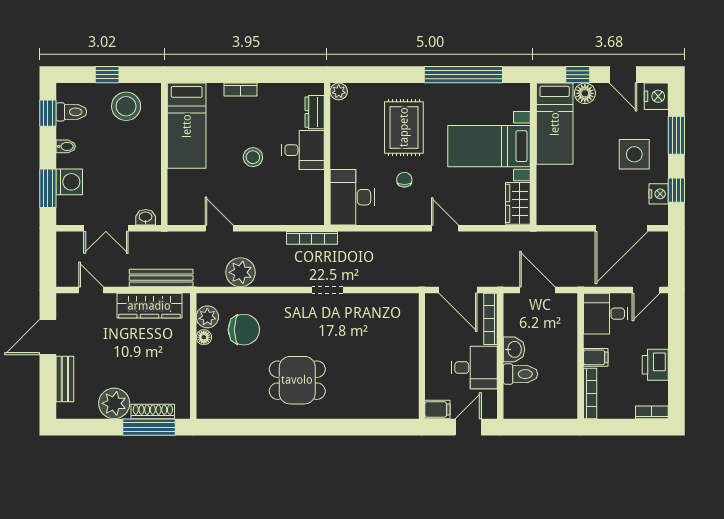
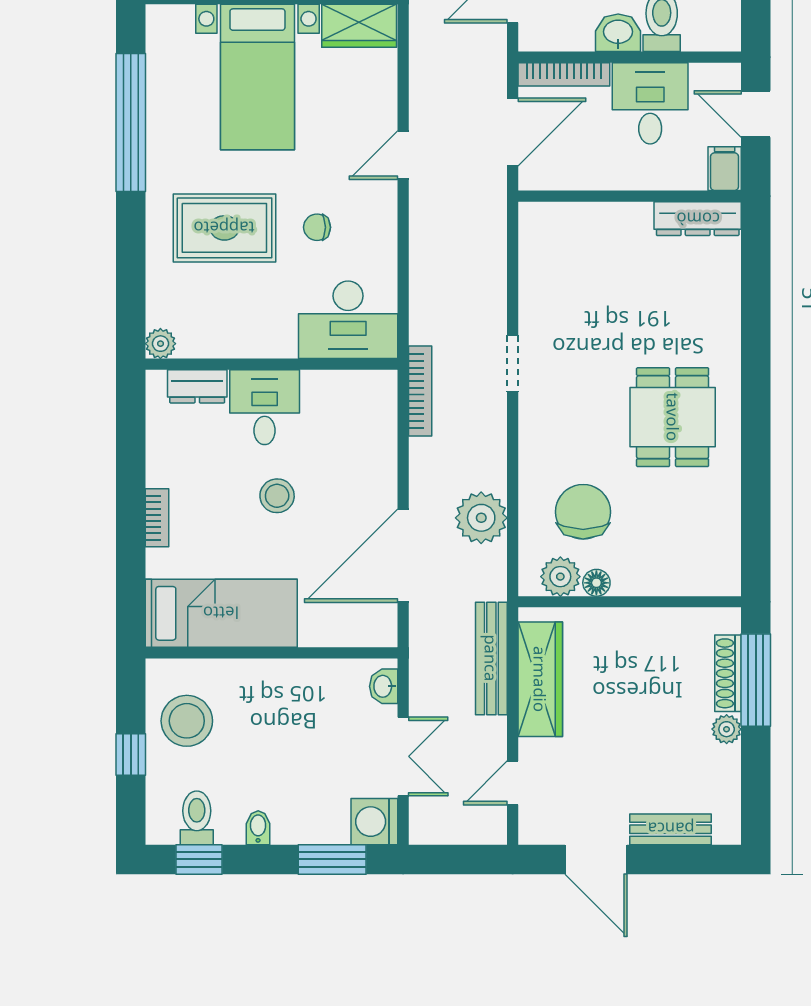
washing machine: (69, 182) -> (374, 822), moved, turned -90
door: (219, 228) -> (403, 556), width x1.88
dresser: (409, 394) -> (698, 219), added
plant: (114, 403) -> (727, 729), width x0.53, depth x0.53

